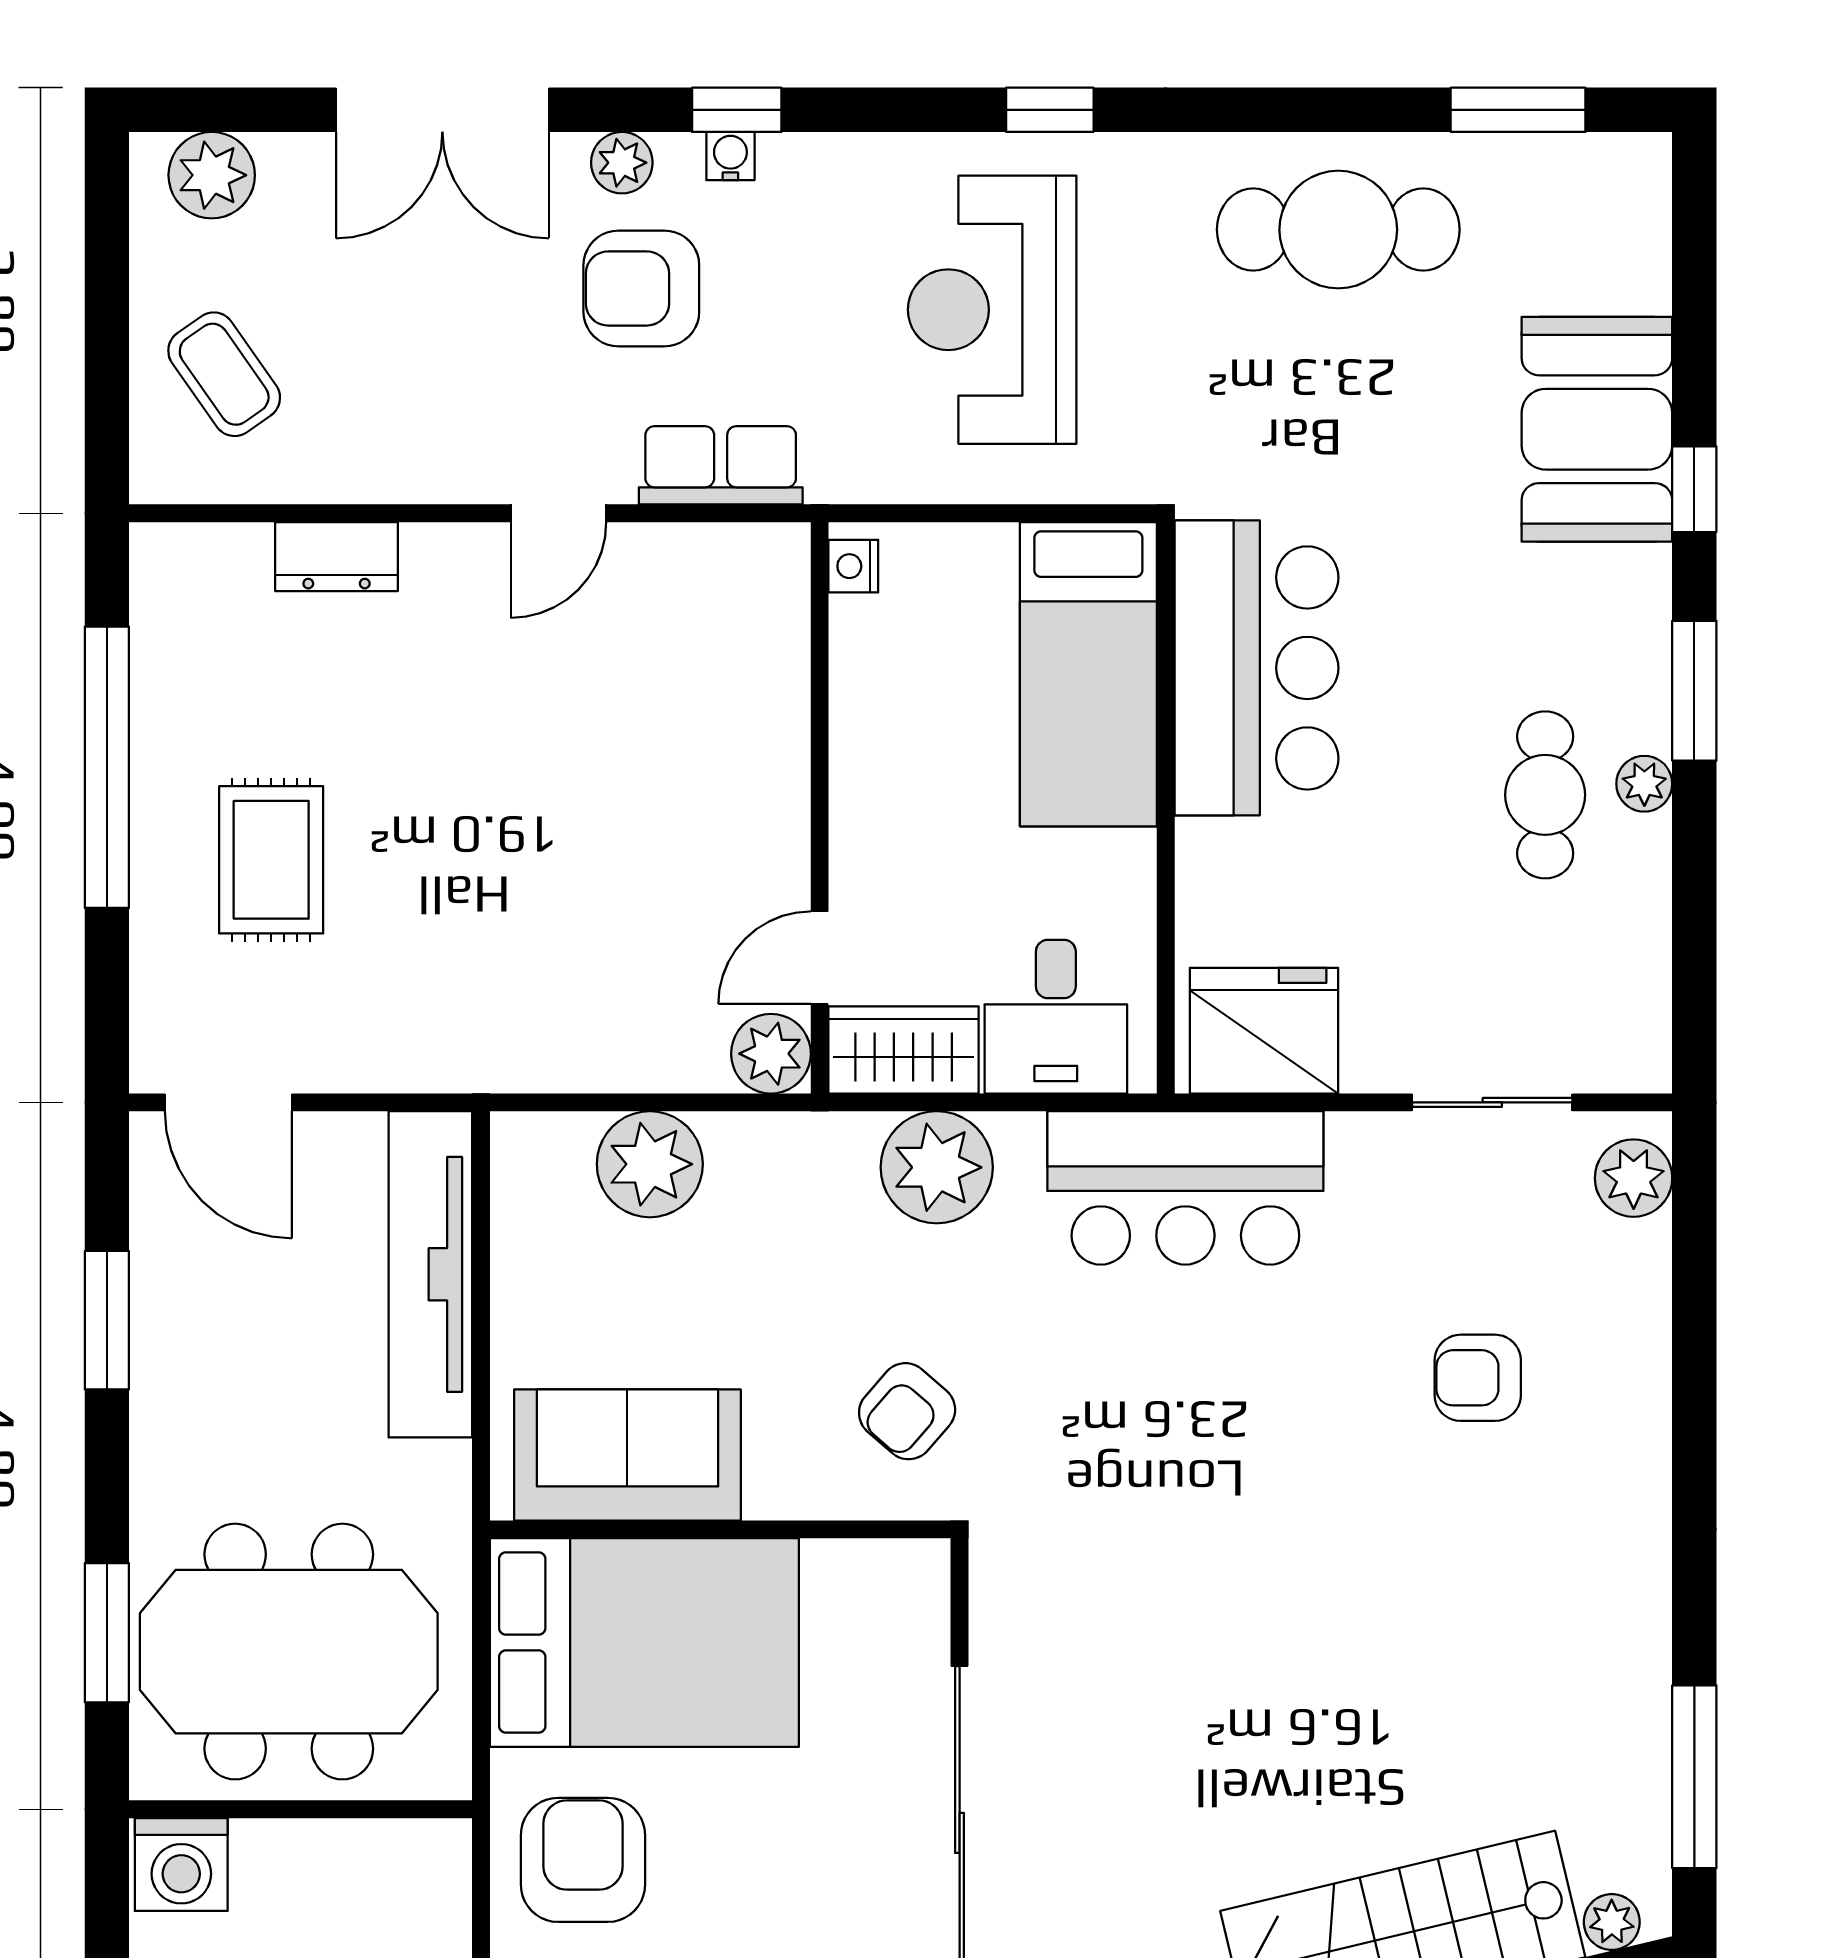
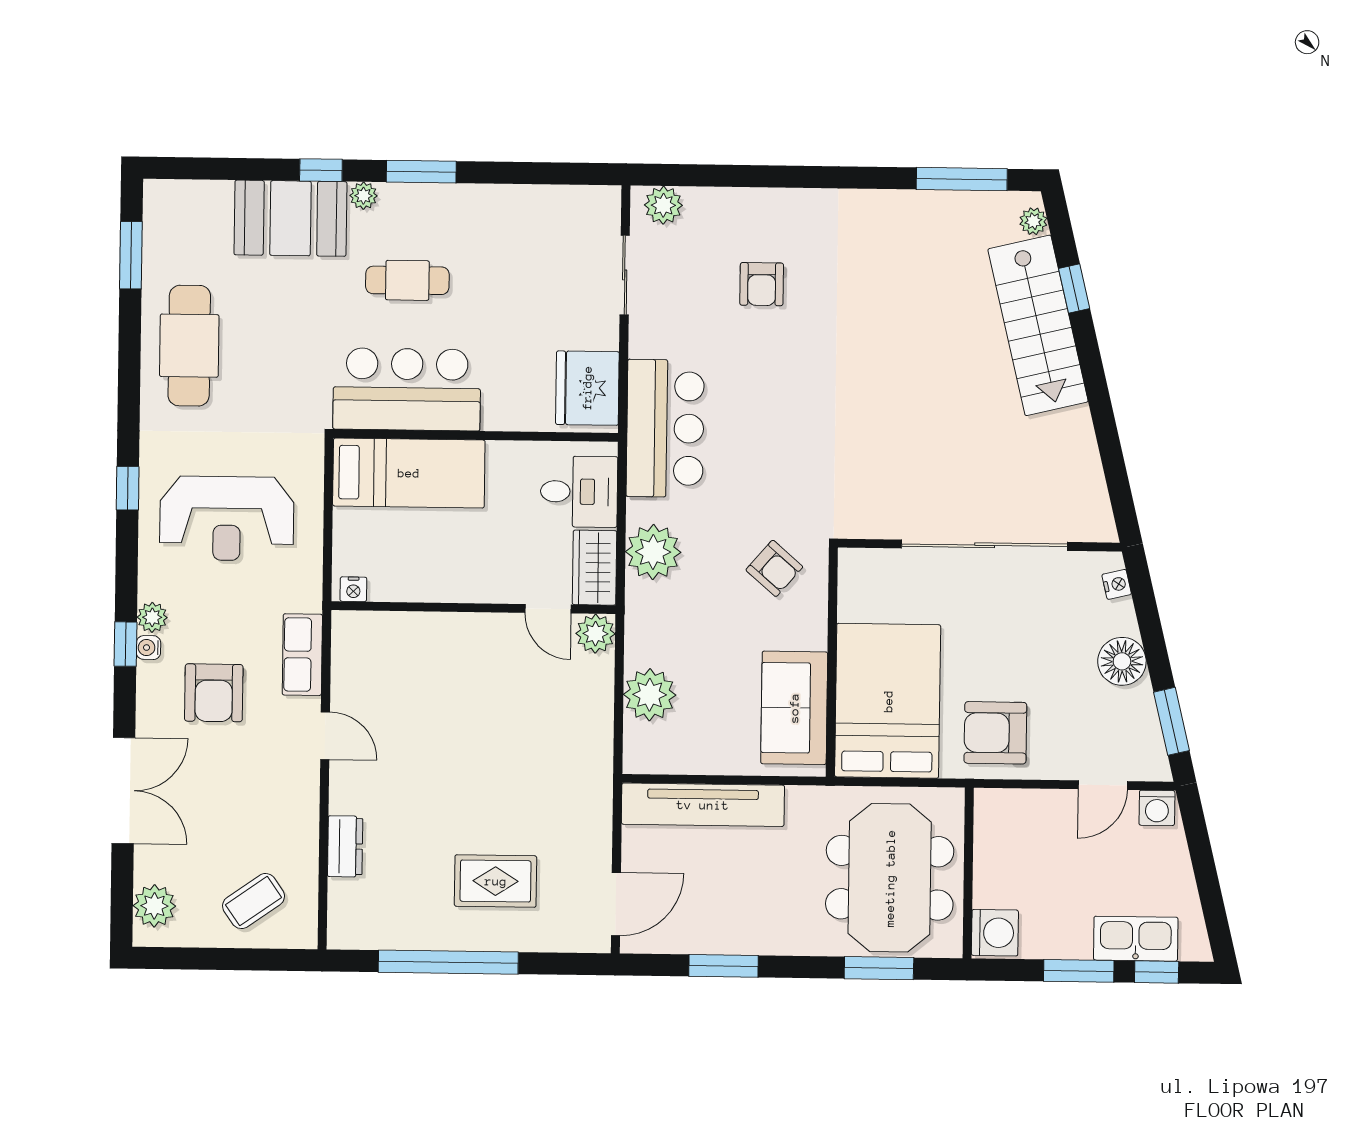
plant: (622, 163) -> (152, 617), moved
plant: (1644, 784) -> (363, 196), moved
cafe table: (1545, 795) -> (407, 280), moved

